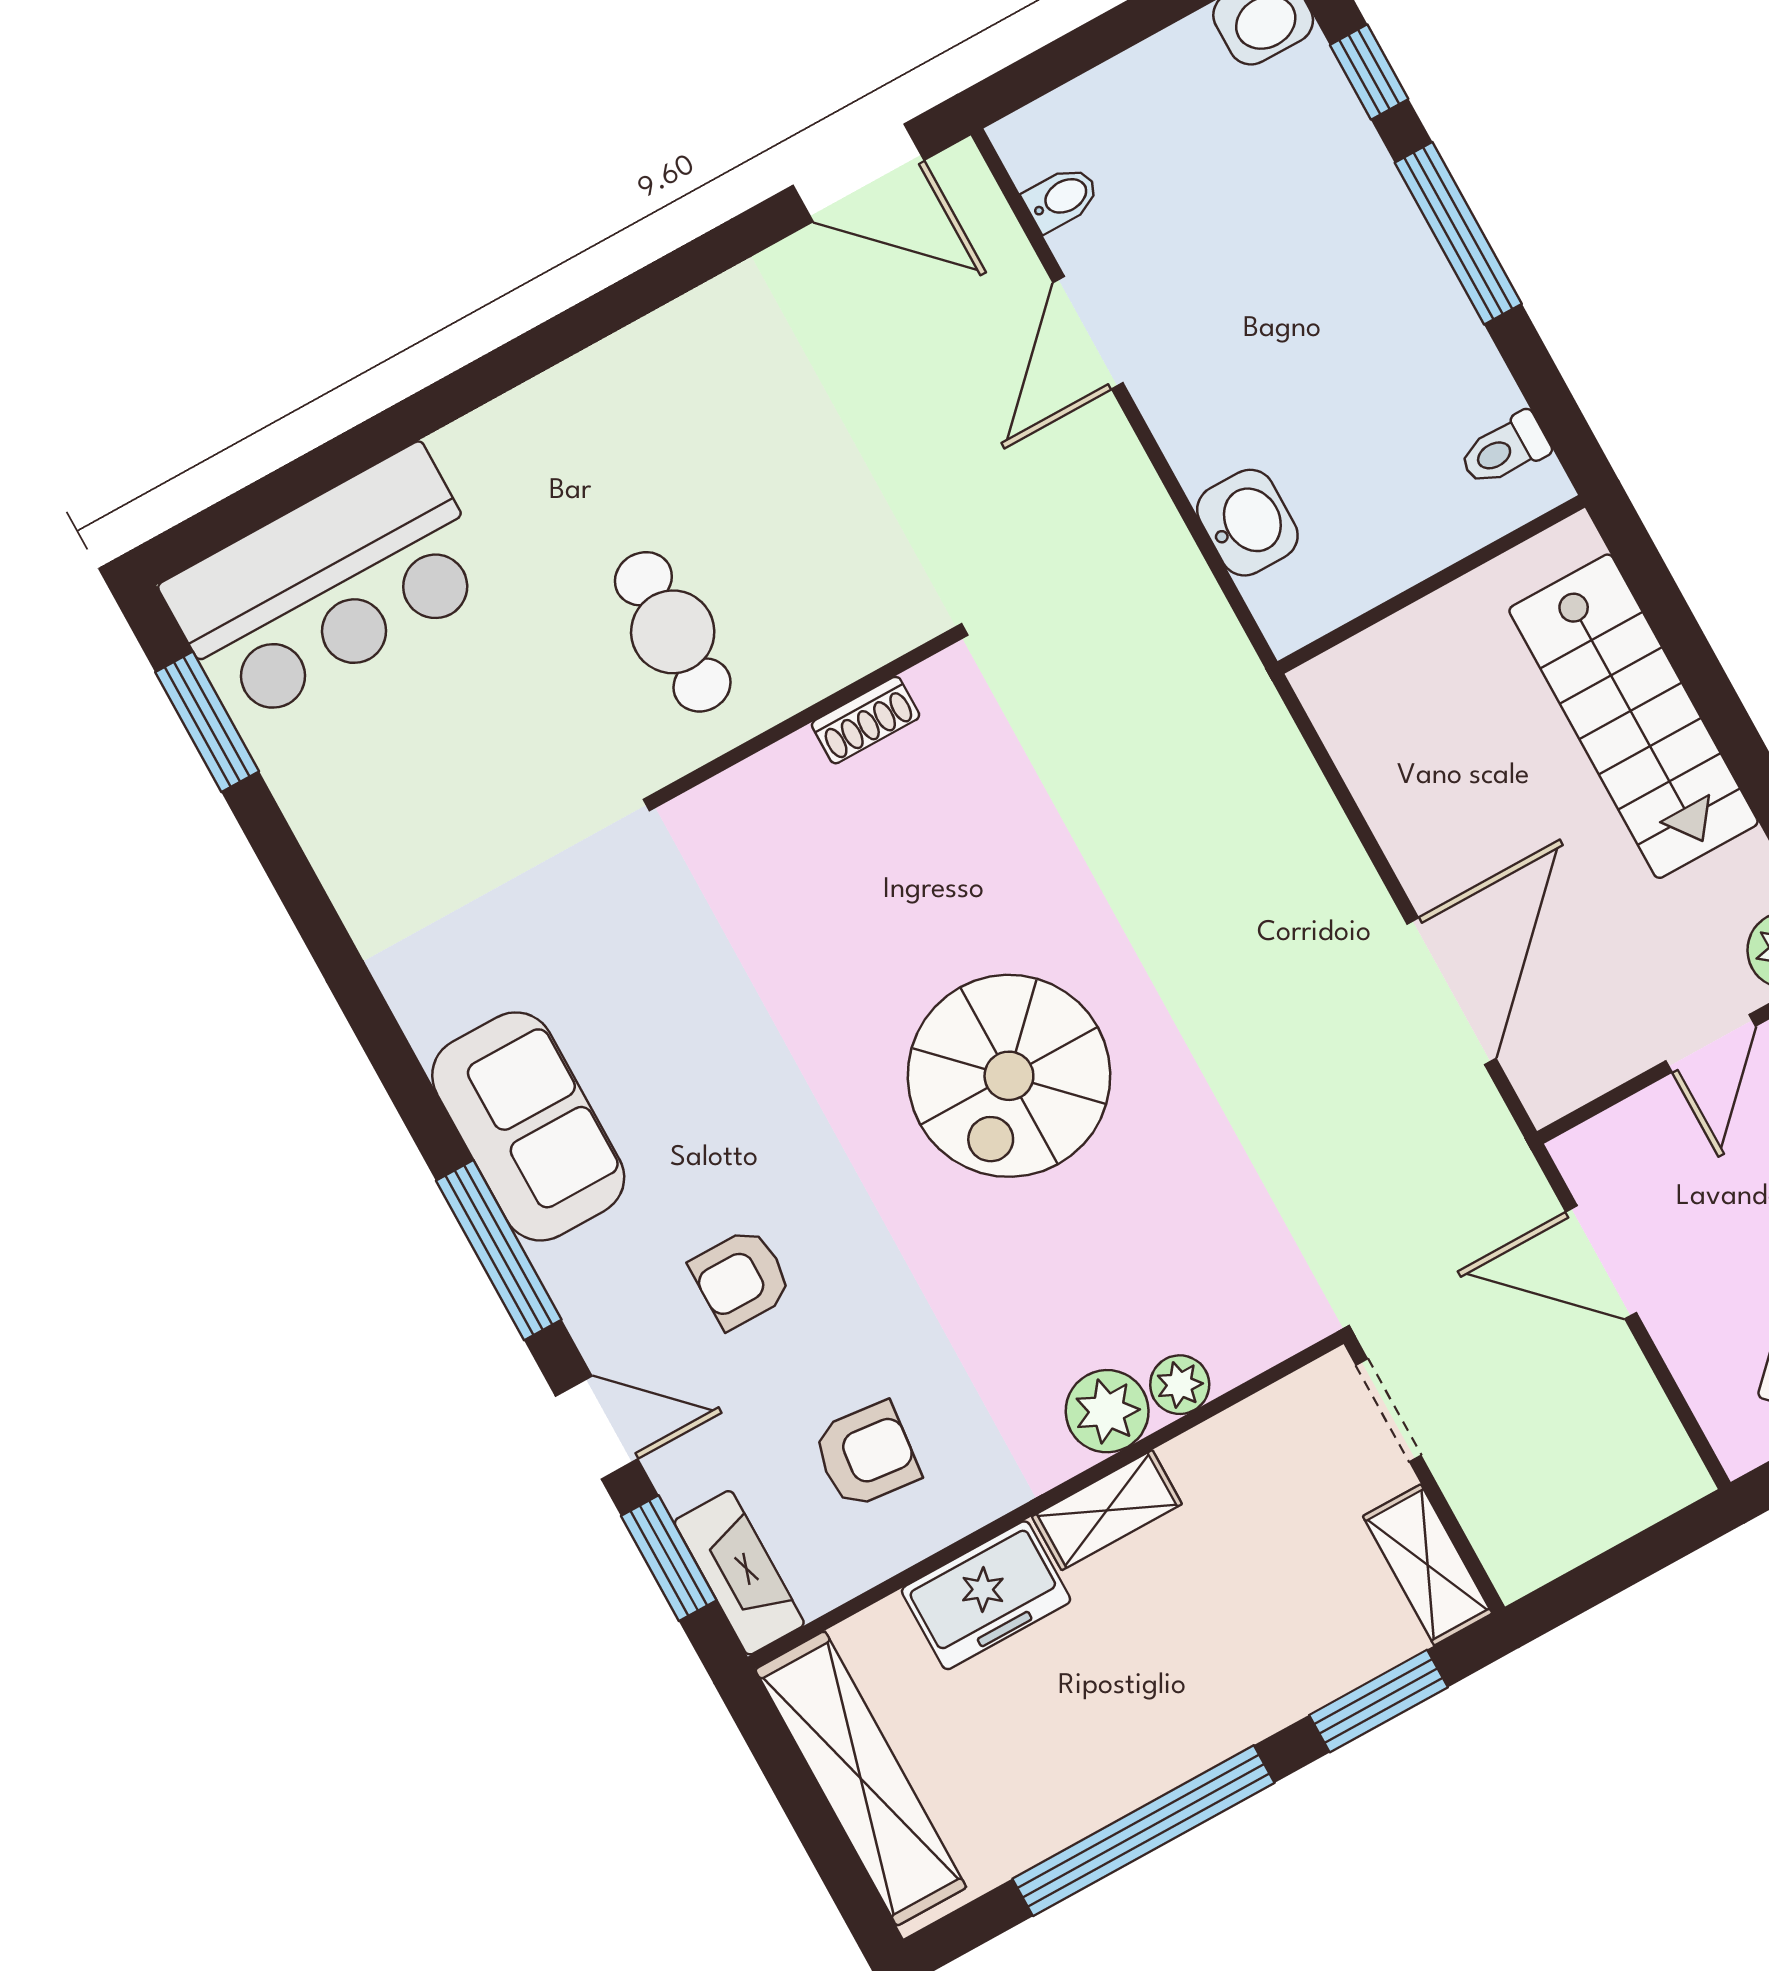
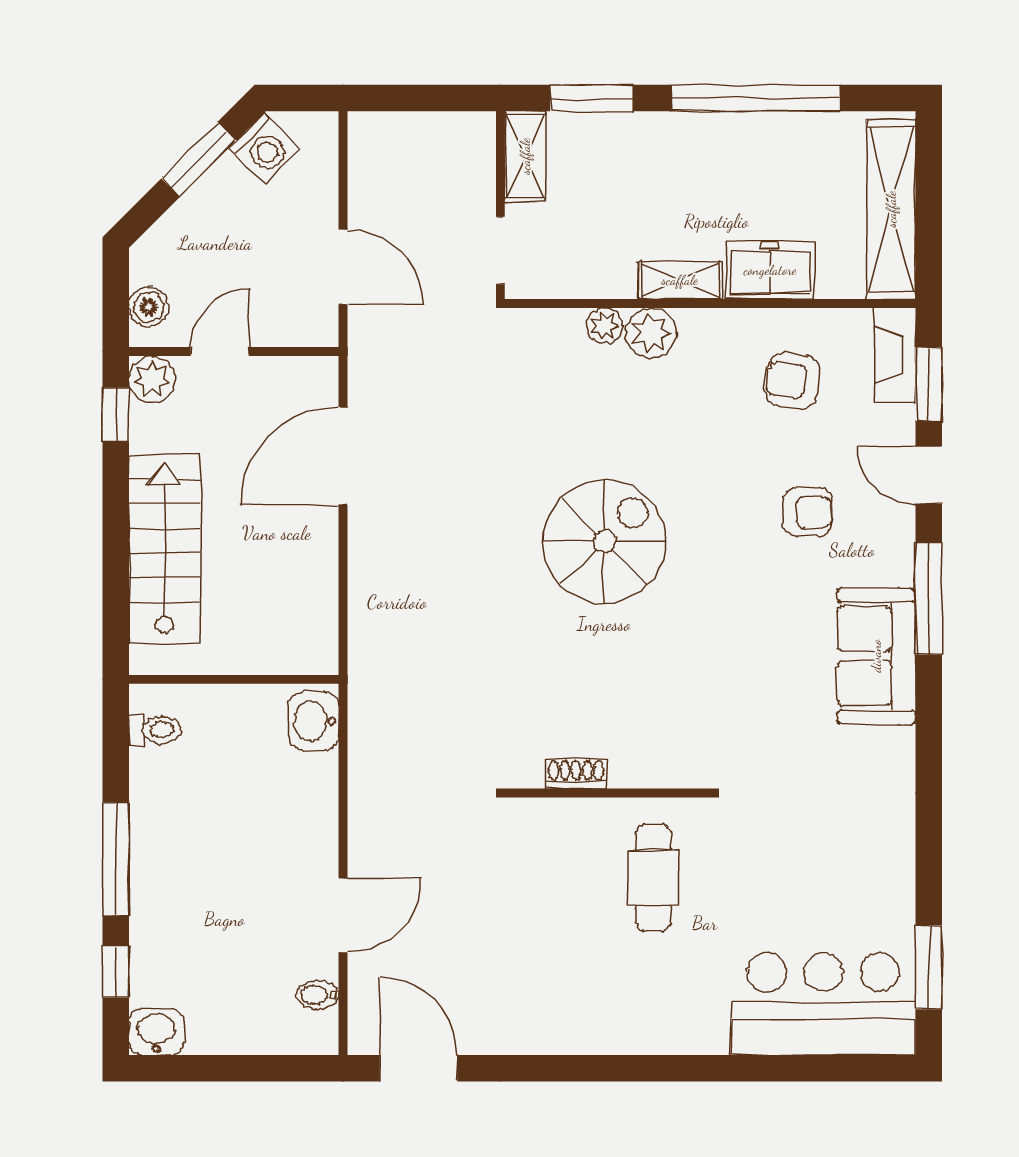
washbasin: (1247, 523) -> (314, 721), moved

